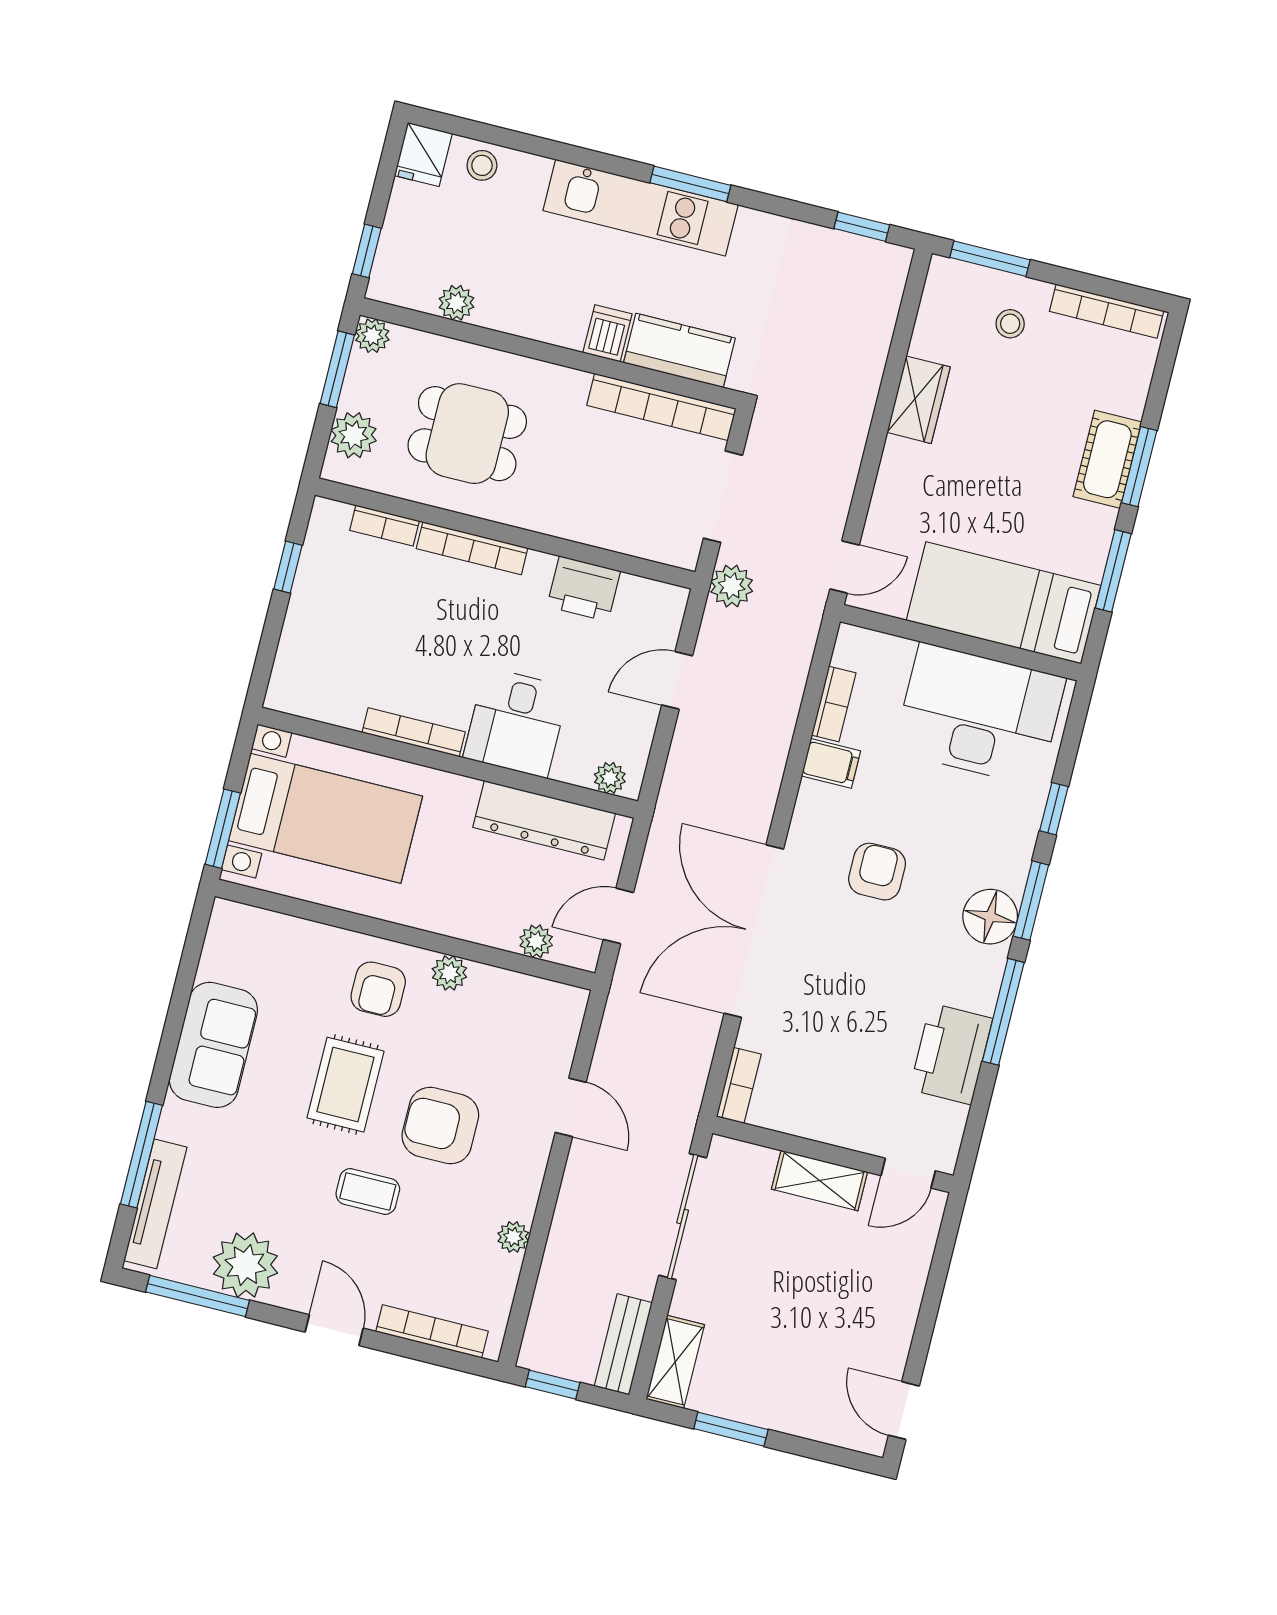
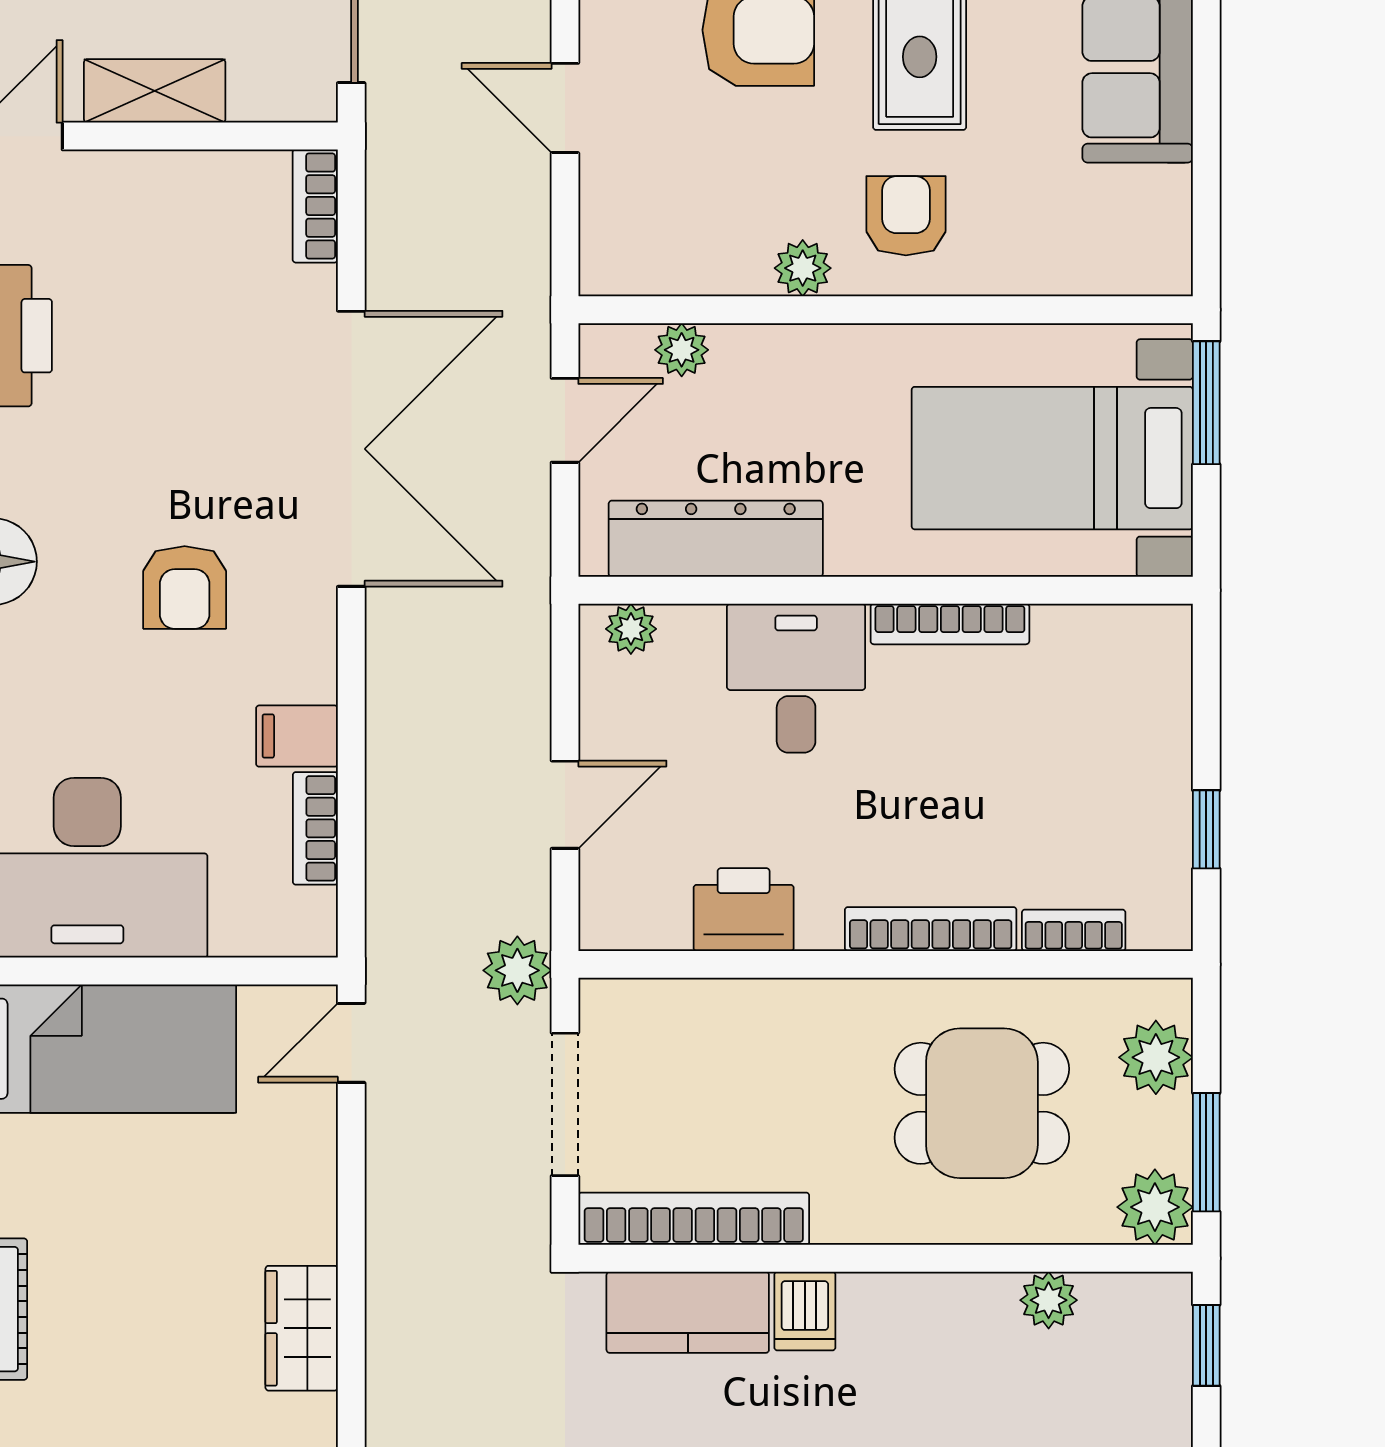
plant: (372, 336) -> (1155, 1207), width x1.38, depth x1.38

